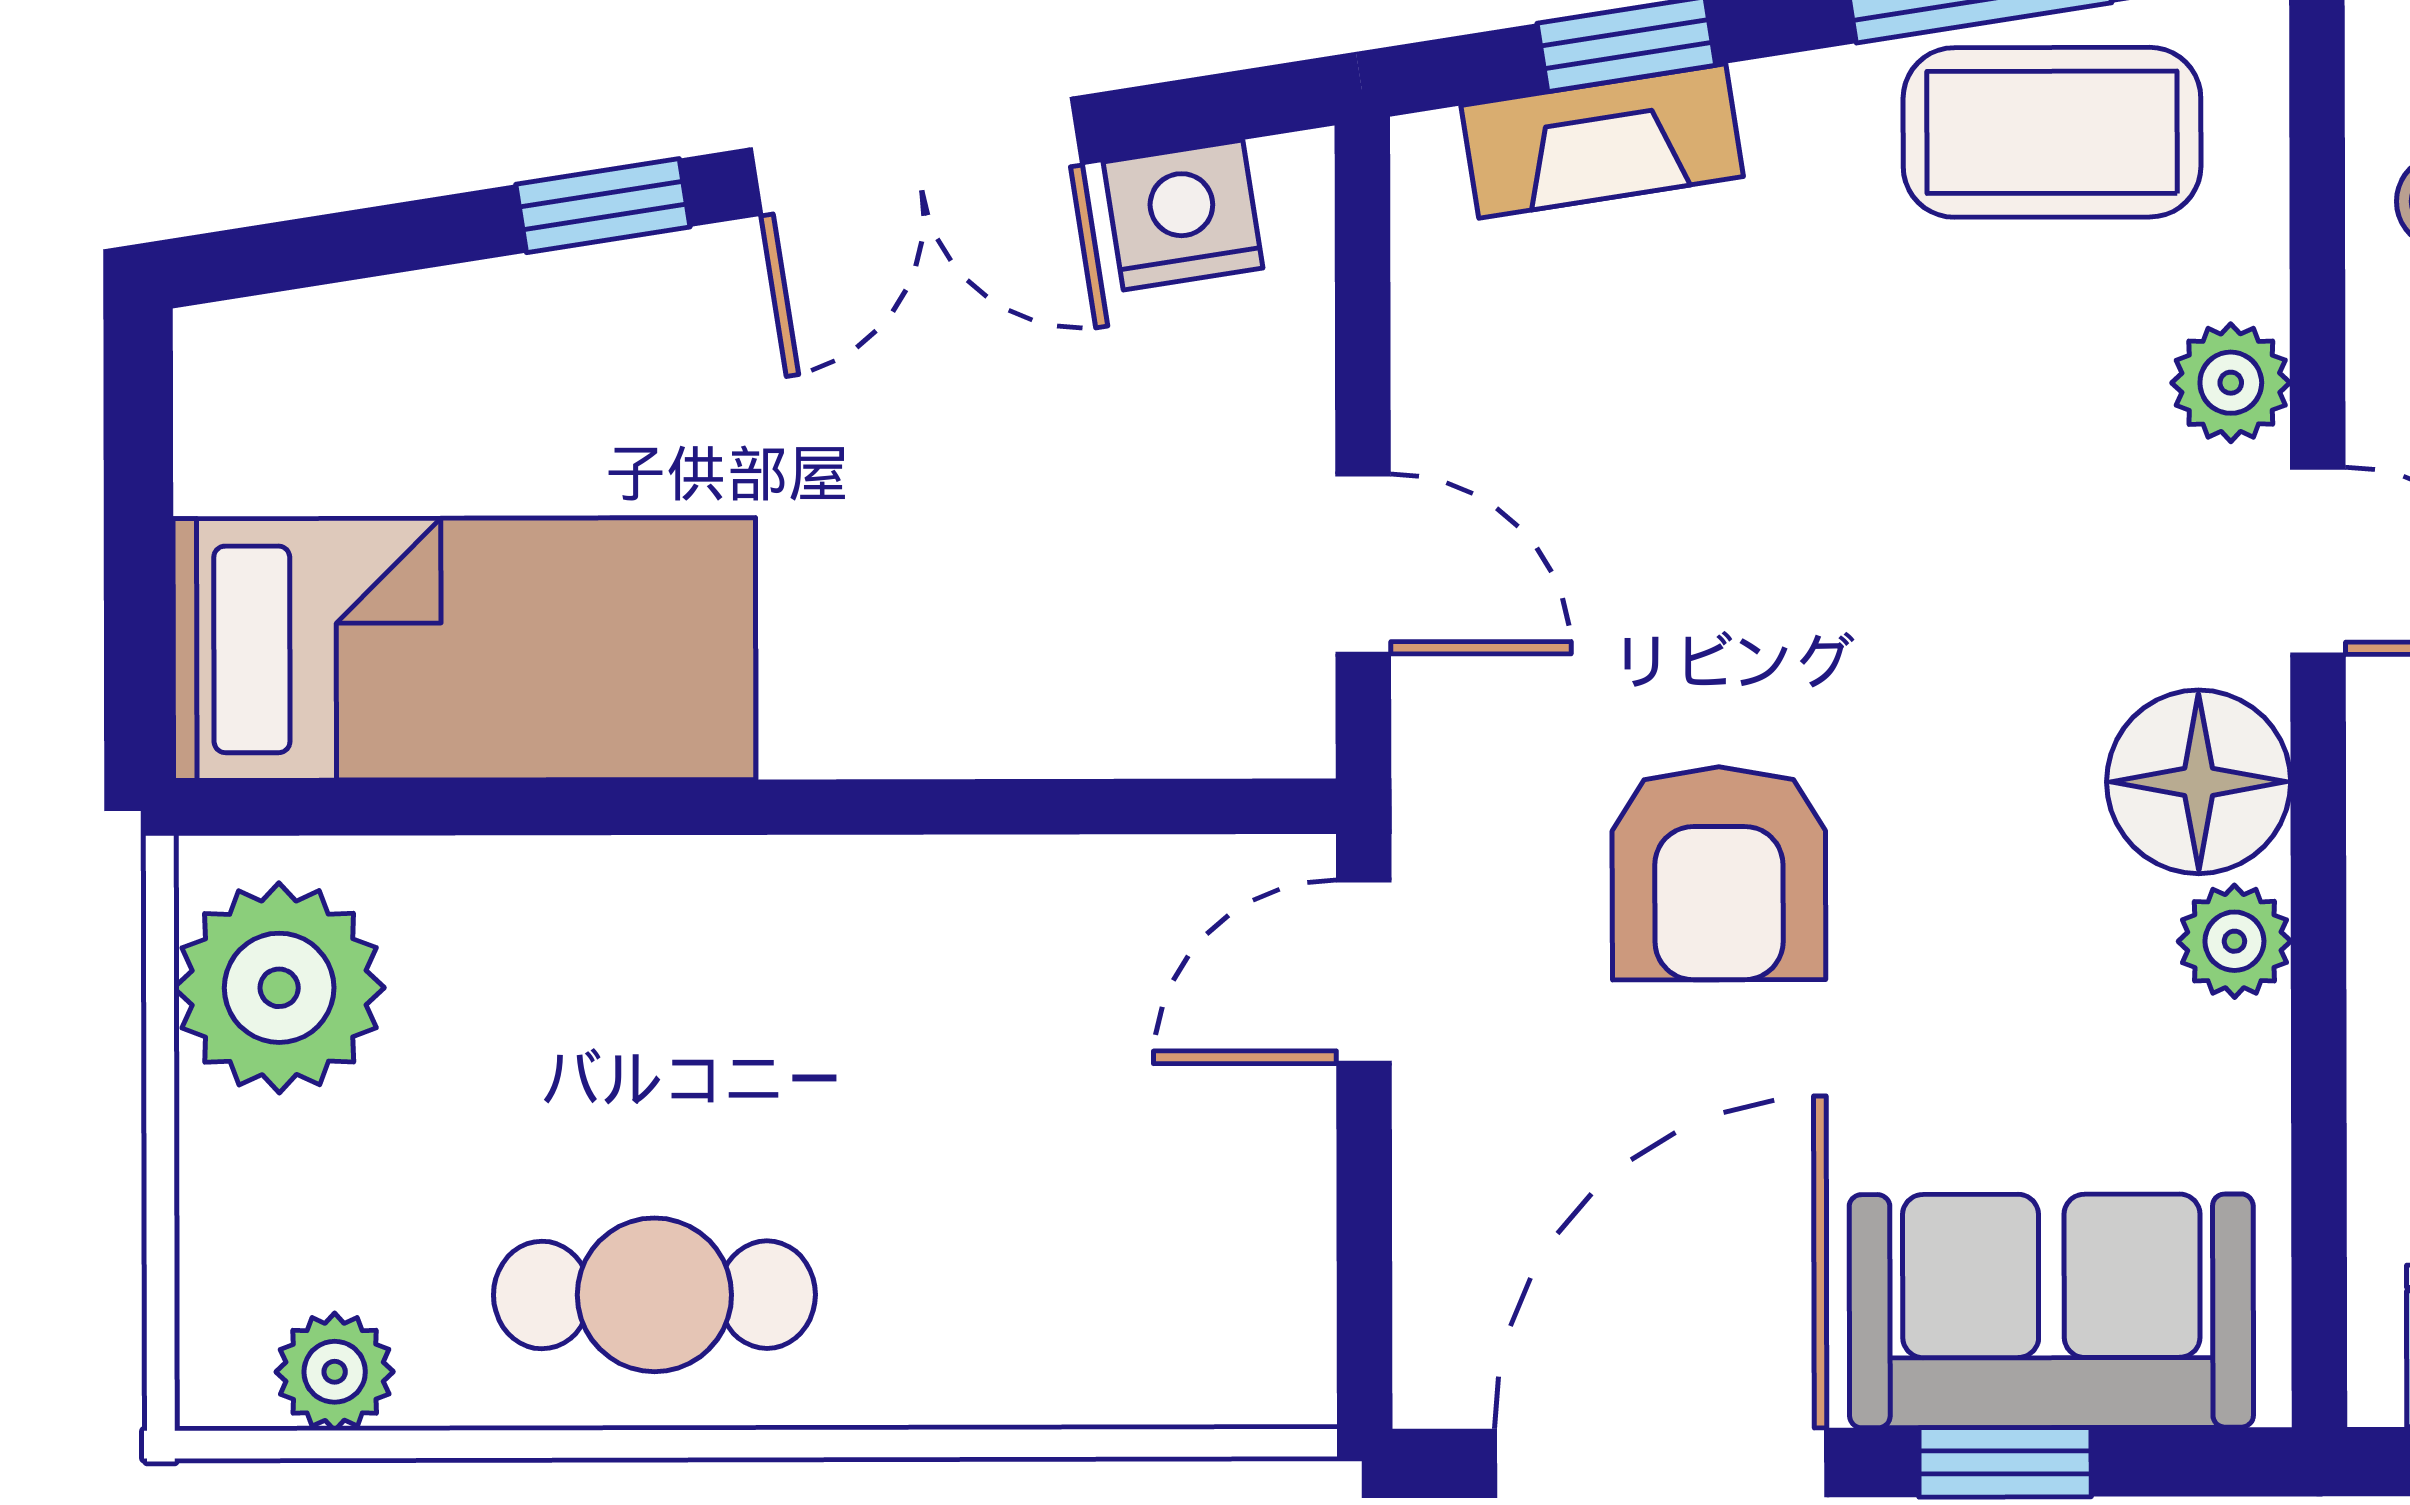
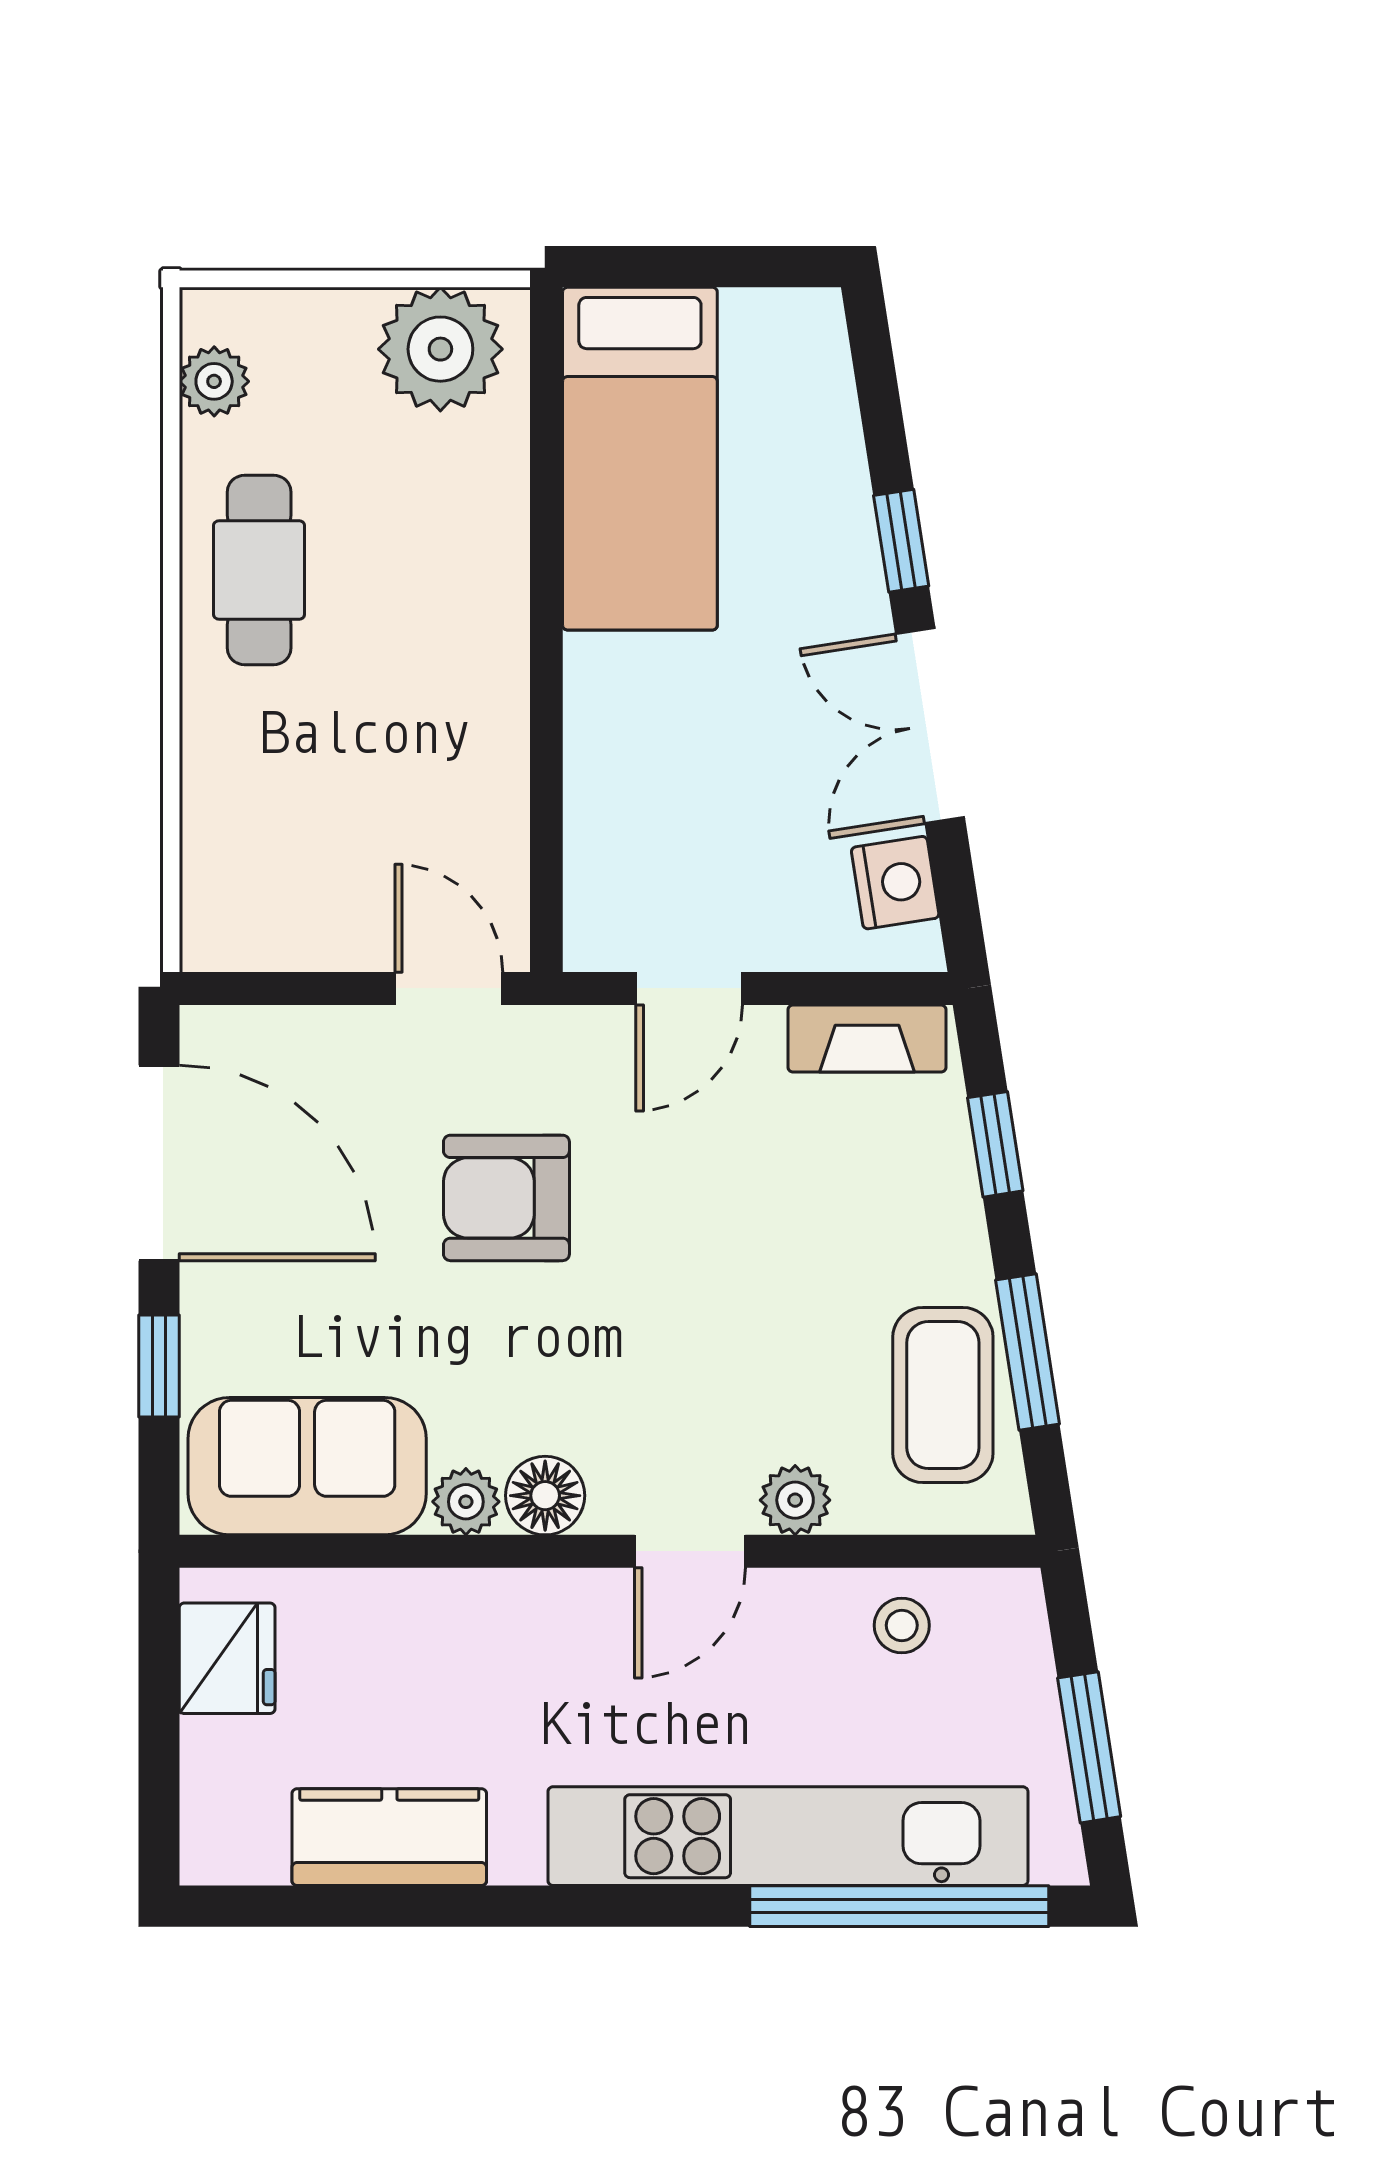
fireplace: (1602, 141) -> (867, 1039), moved, turned -81
floor lamp: (2199, 782) -> (545, 1496), width x0.73, depth x0.73
sofa: (2051, 1311) -> (307, 1466), moved, turned -90

